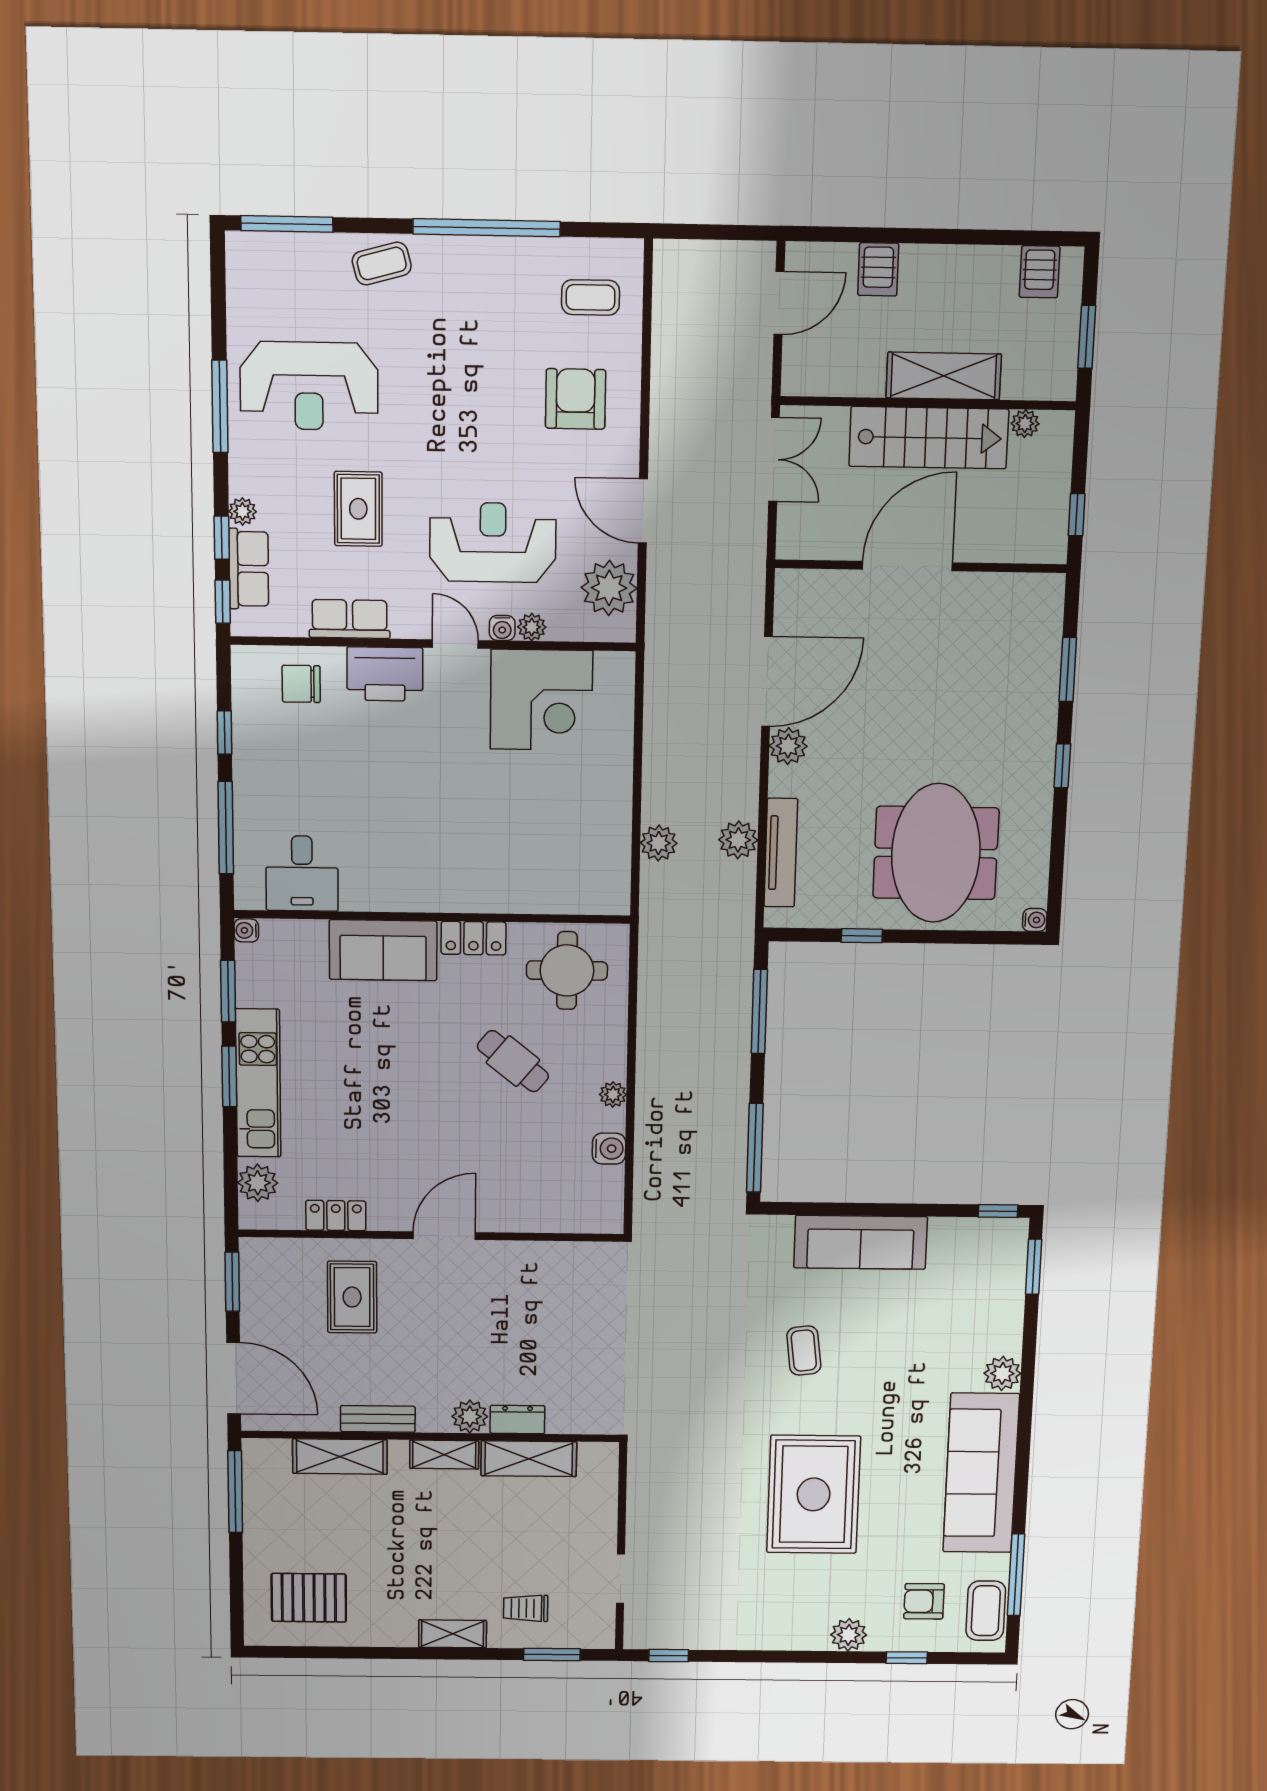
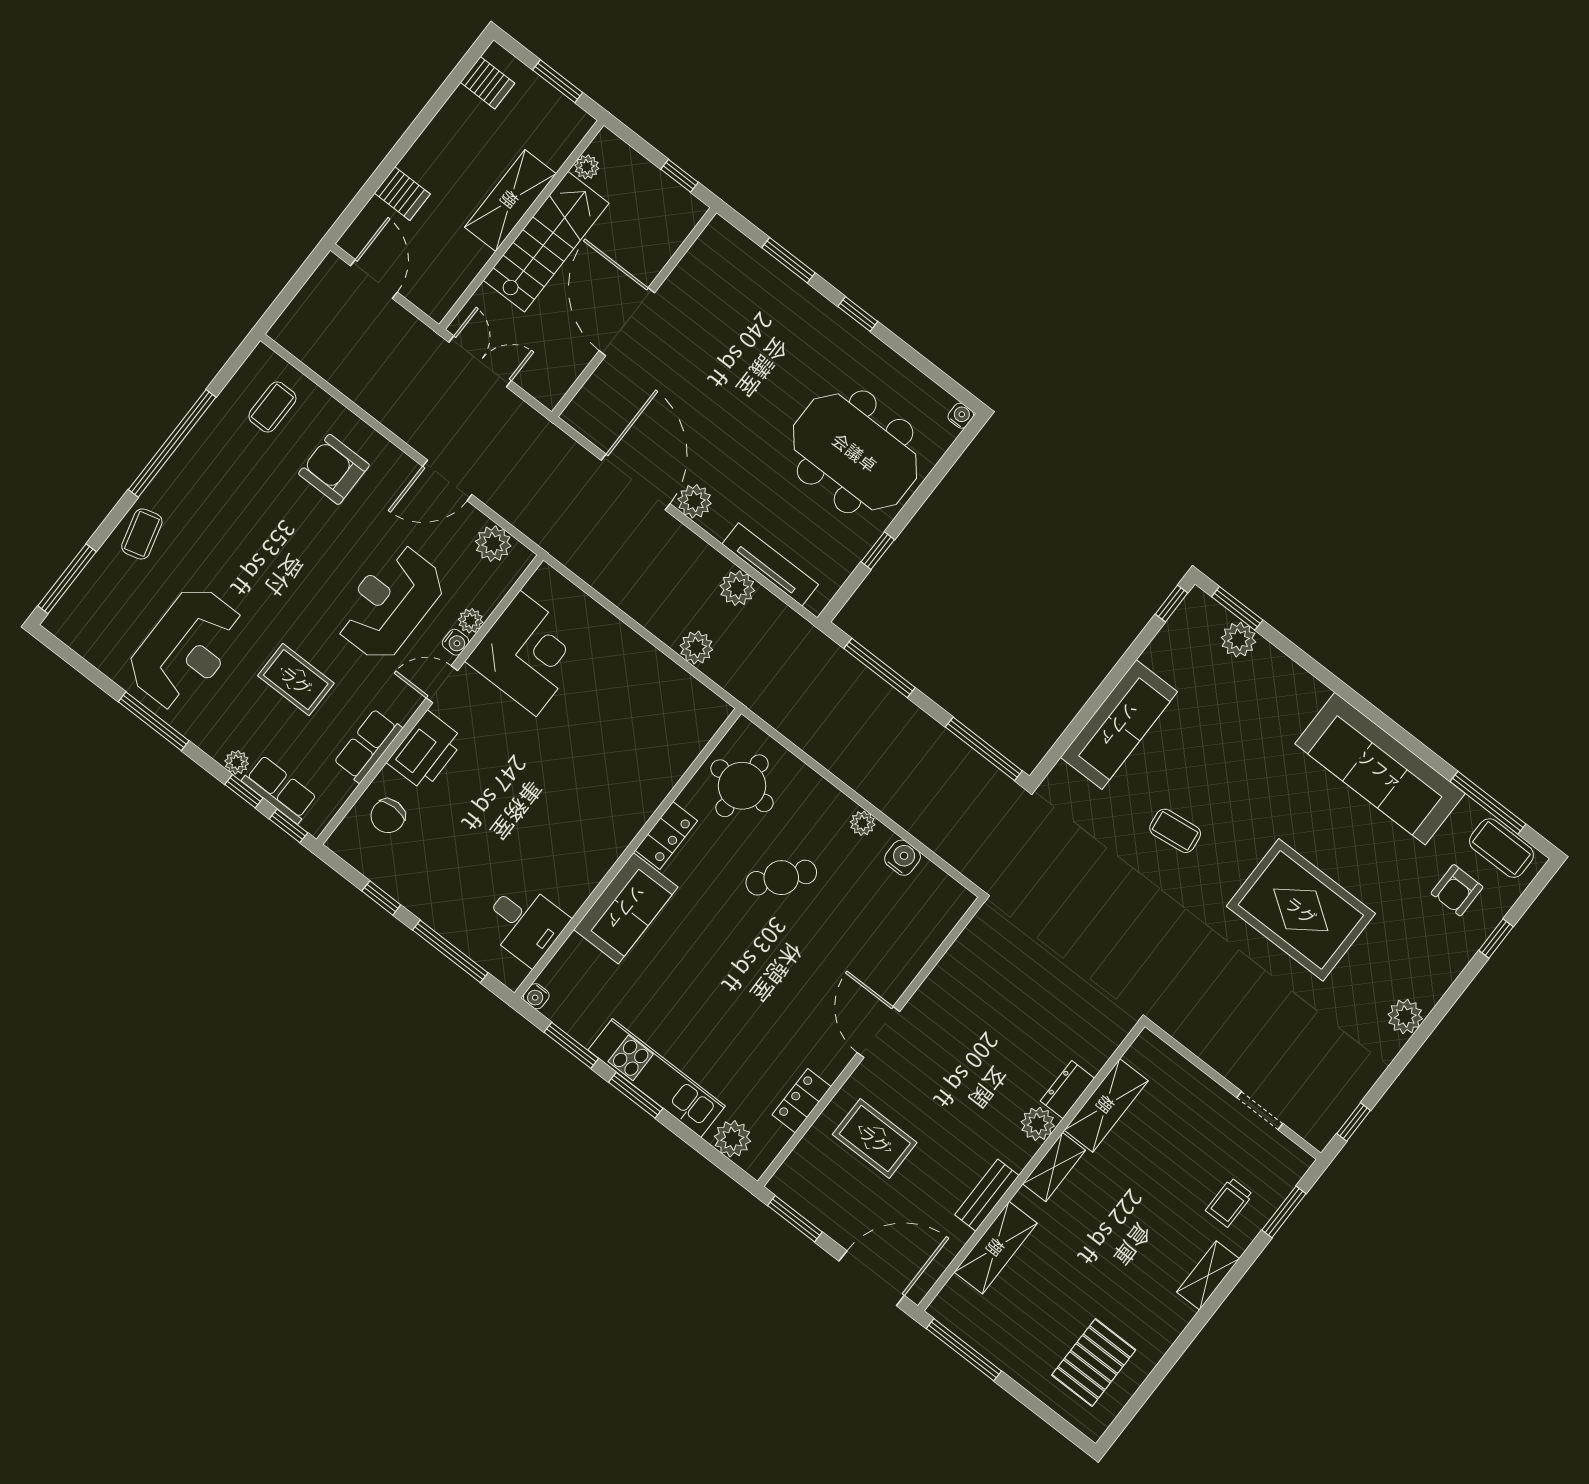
plant: (609, 588) -> (493, 544), width x0.73, depth x0.73
plant: (1002, 1373) -> (1239, 640), moved
plant: (849, 1635) -> (1405, 1016), moved

